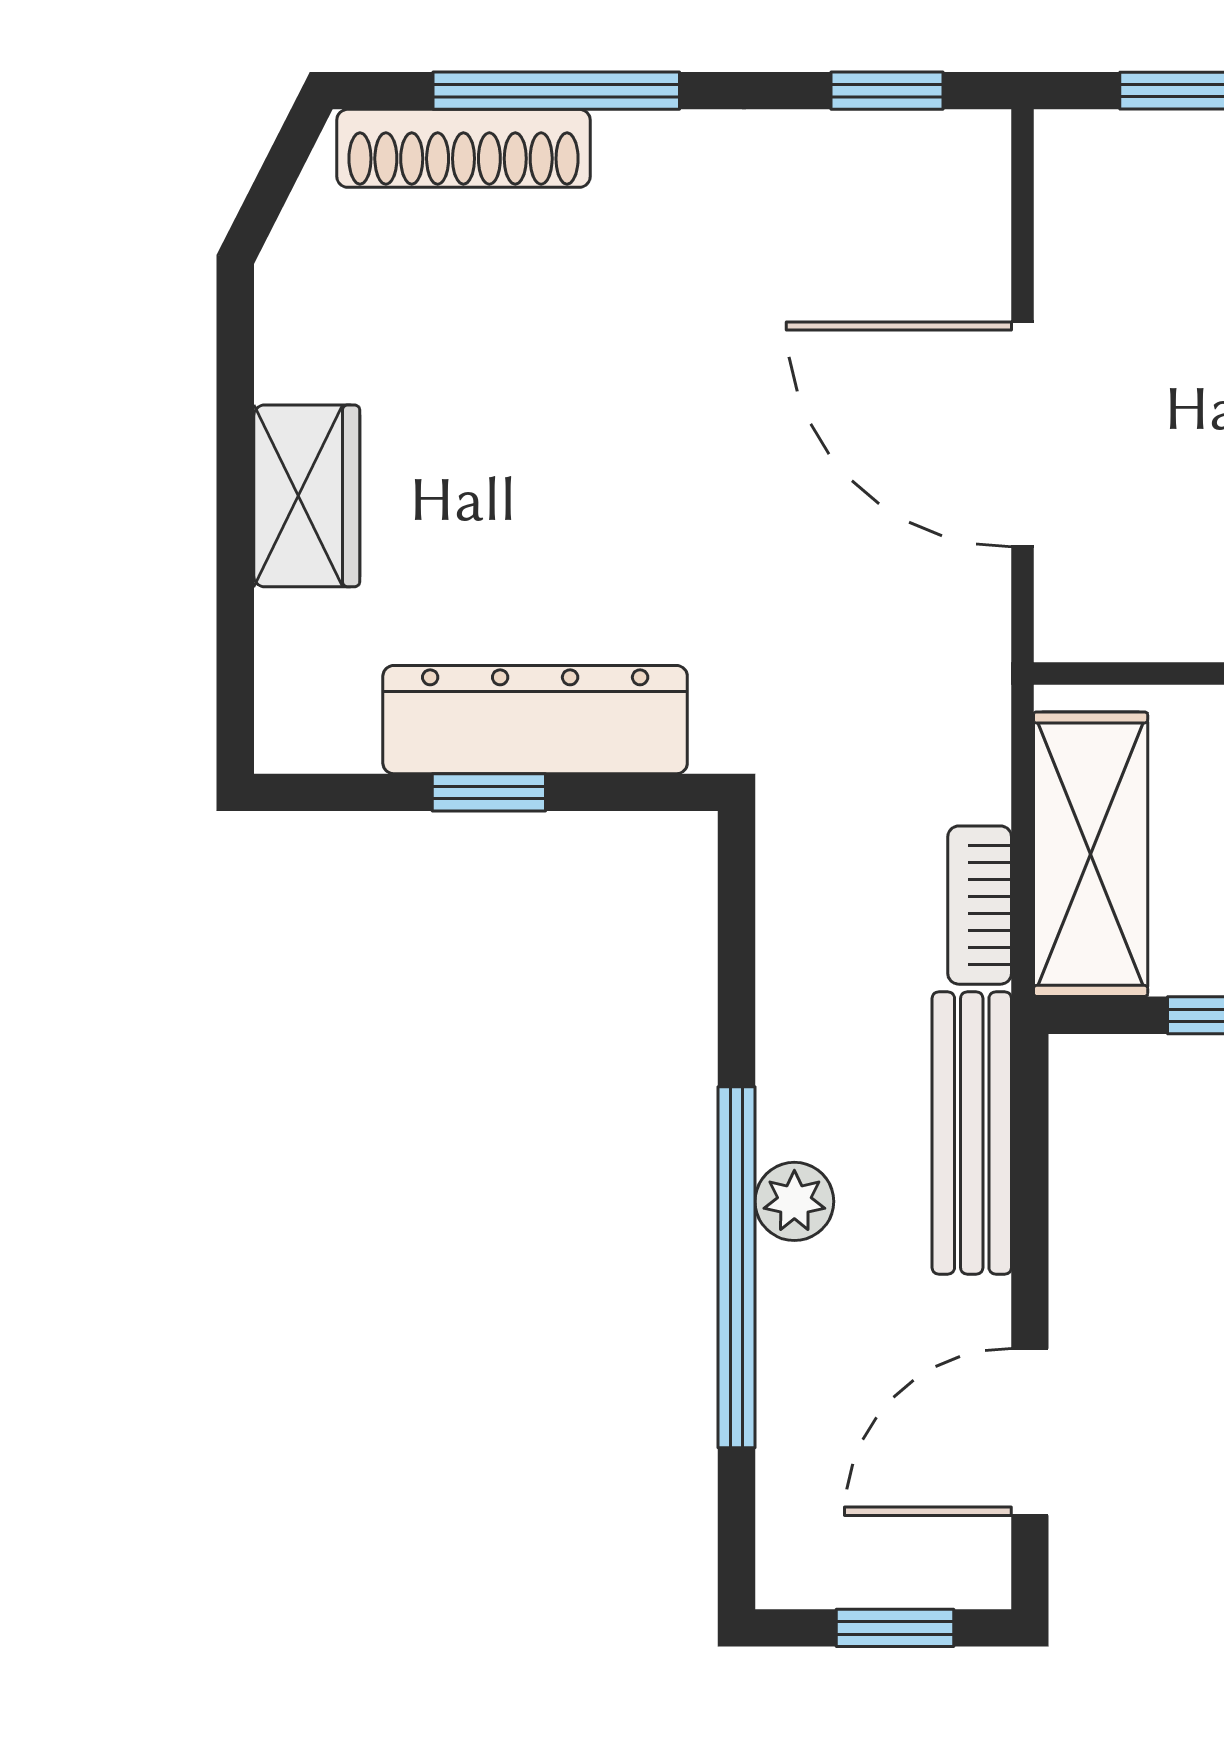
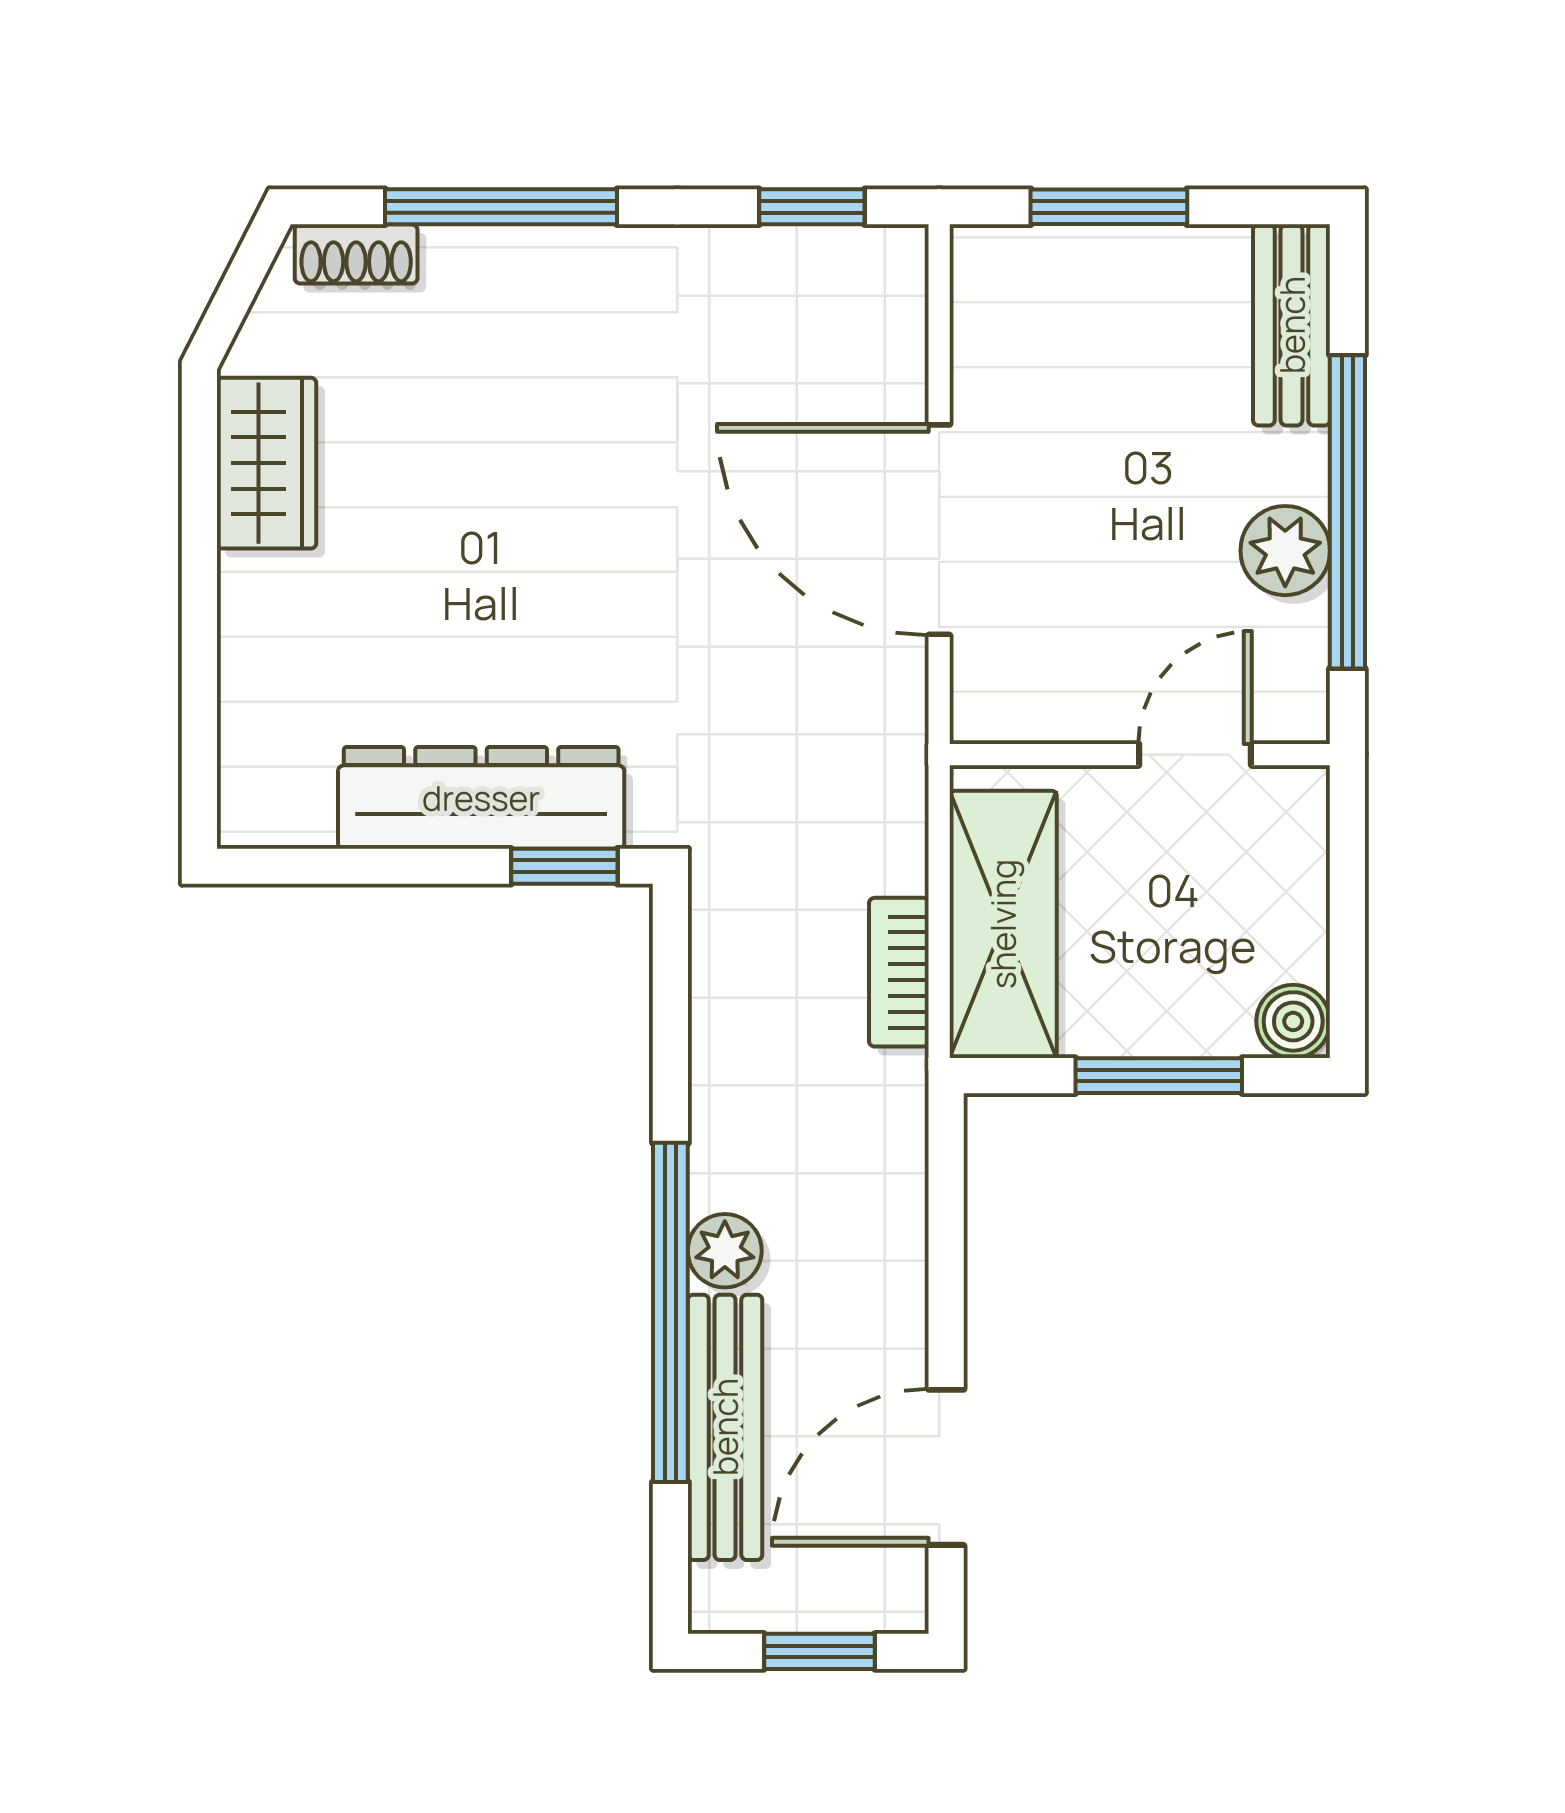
shoe rack: (463, 148) -> (356, 254), width x0.51, depth x0.81
wardrobe: (307, 496) -> (266, 463), moved
window: (489, 792) -> (564, 866), moved
bench: (972, 1133) -> (725, 1427), moved

